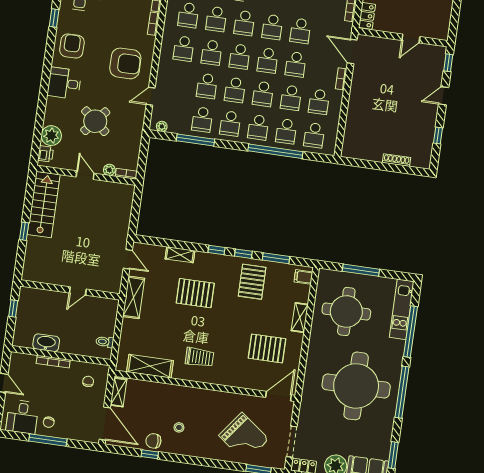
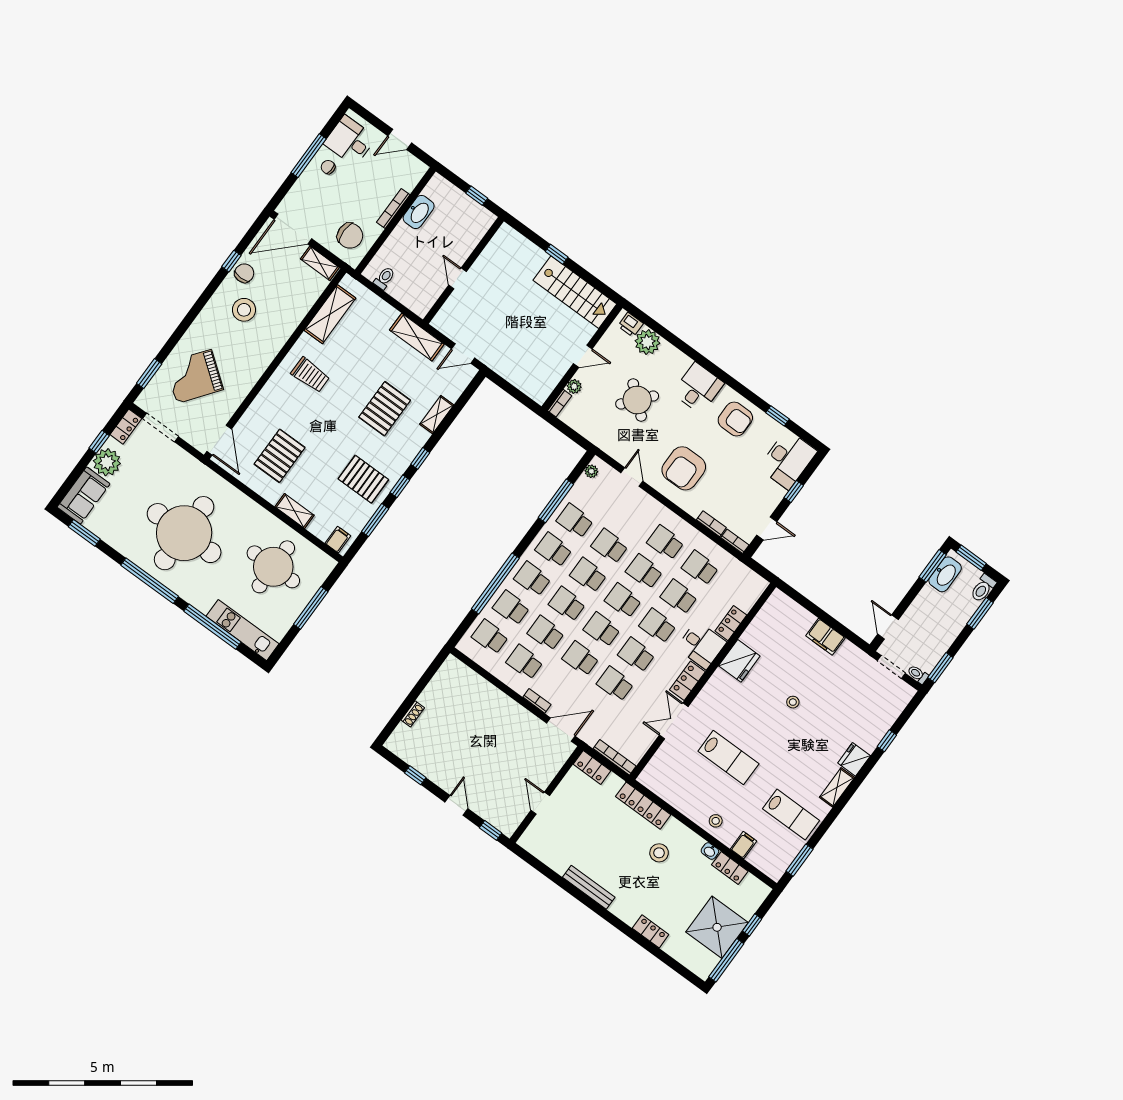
shoe rack: (397, 160) -> (413, 714), width x0.70
trolley: (199, 357) -> (310, 375), turned -90
chair: (88, 381) -> (350, 236), width x1.87, depth x1.87
stool: (179, 427) -> (244, 310), width x1.89, depth x1.89

